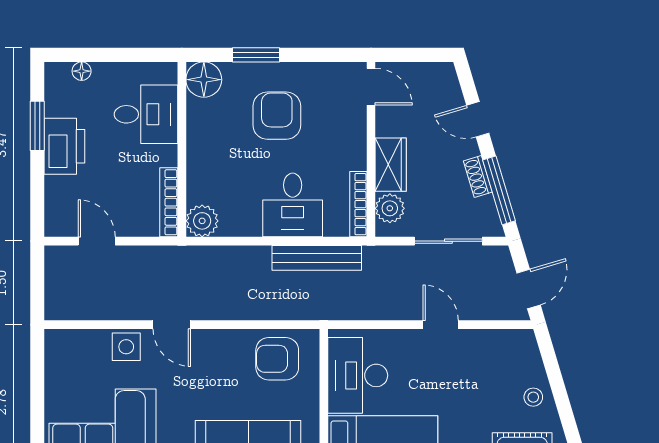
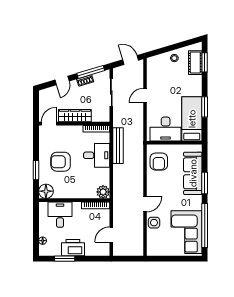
wardrobe: (391, 165) -> (75, 116), width x1.50
plant: (390, 208) -> (98, 116), removed

